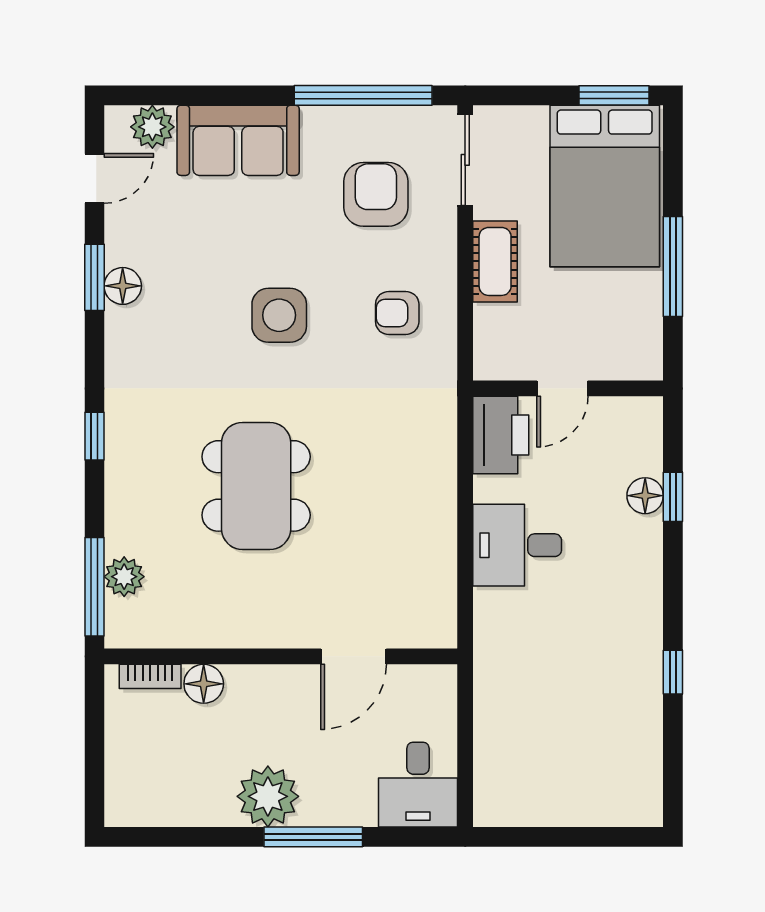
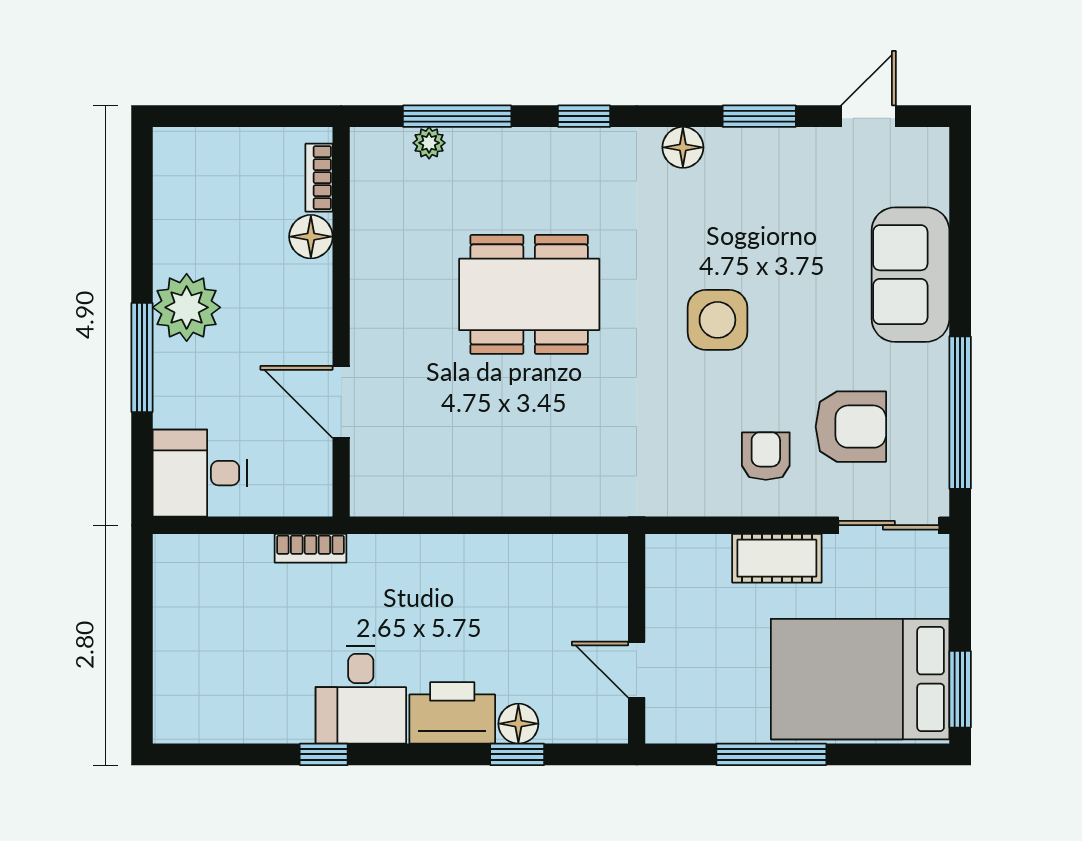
plant: (152, 127) -> (925, 180), removed
door: (94, 178) -> (868, 116), swing flipped
floor lamp: (123, 286) -> (683, 147), moved
armchair: (397, 313) -> (766, 456), moved
door: (562, 388) -> (637, 670), moved
printer: (501, 435) -> (452, 713), moved, turned 180
desk: (517, 545) -> (361, 695), moved, turned 180
plant: (124, 577) -> (429, 143), width x0.73, depth x0.73
window: (94, 587) -> (457, 116), moved
bookcase: (486, 684) -> (311, 548), added

